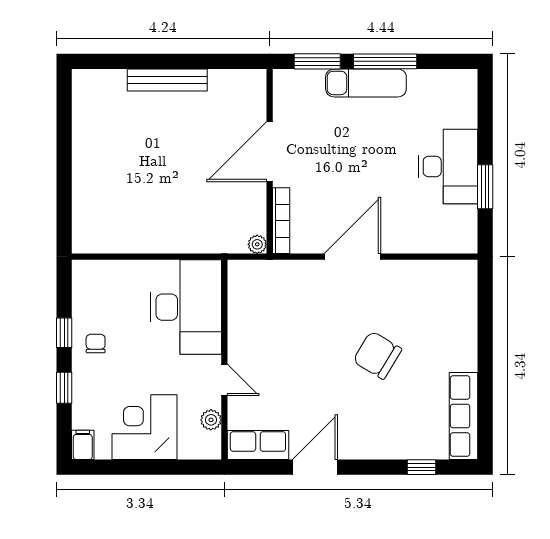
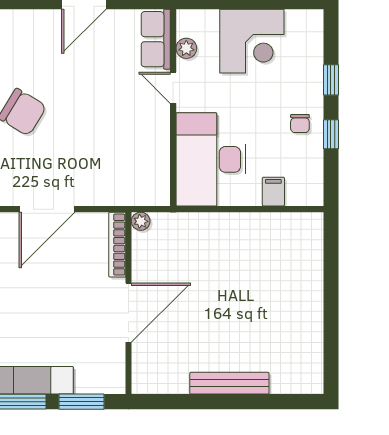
filing cabinet: (83, 445) -> (273, 192), moved, turned 180
row of seats: (258, 445) -> (156, 39), moved, turned 90

